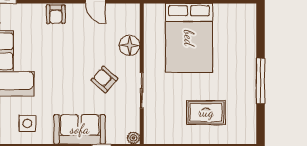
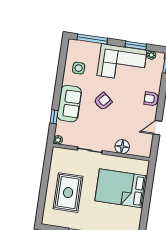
armchair: (105, 79) -> (103, 101), moved
rug: (206, 112) -> (68, 193), width x1.36, depth x1.43

